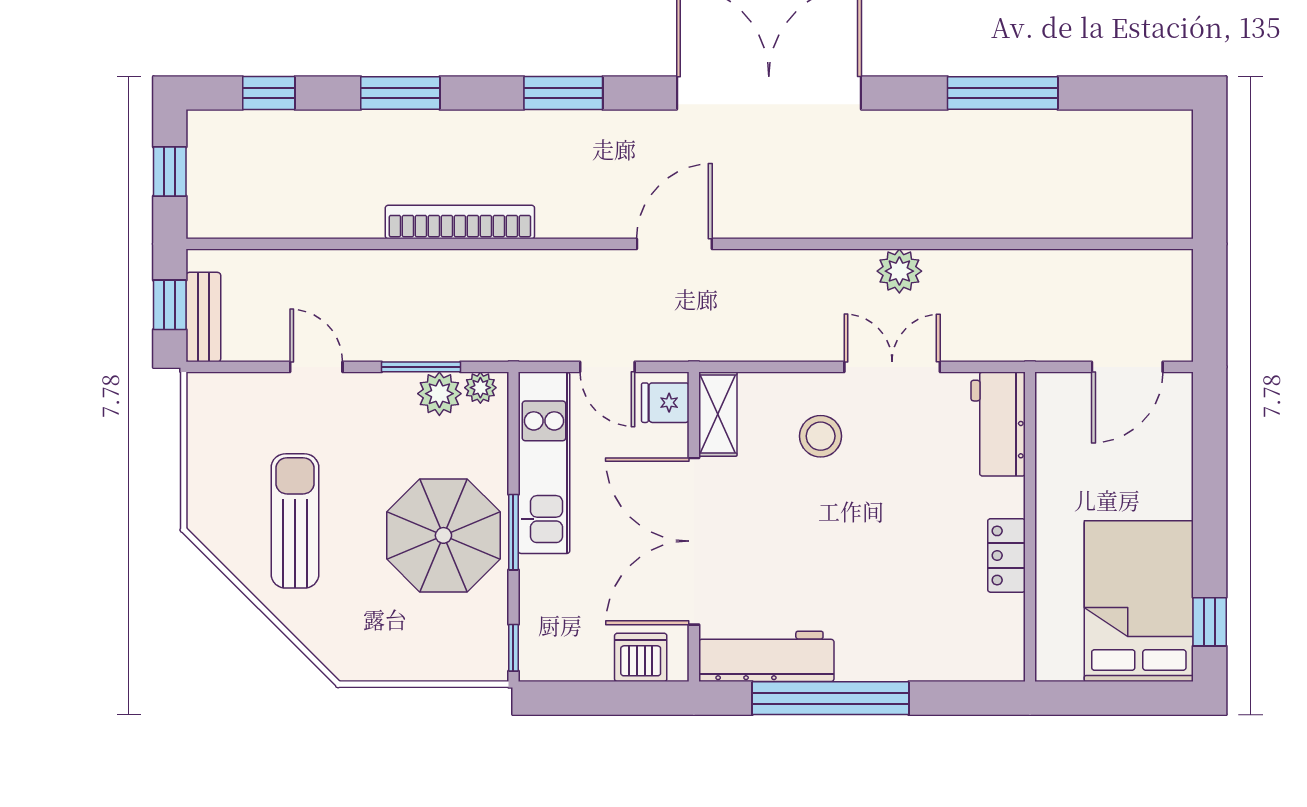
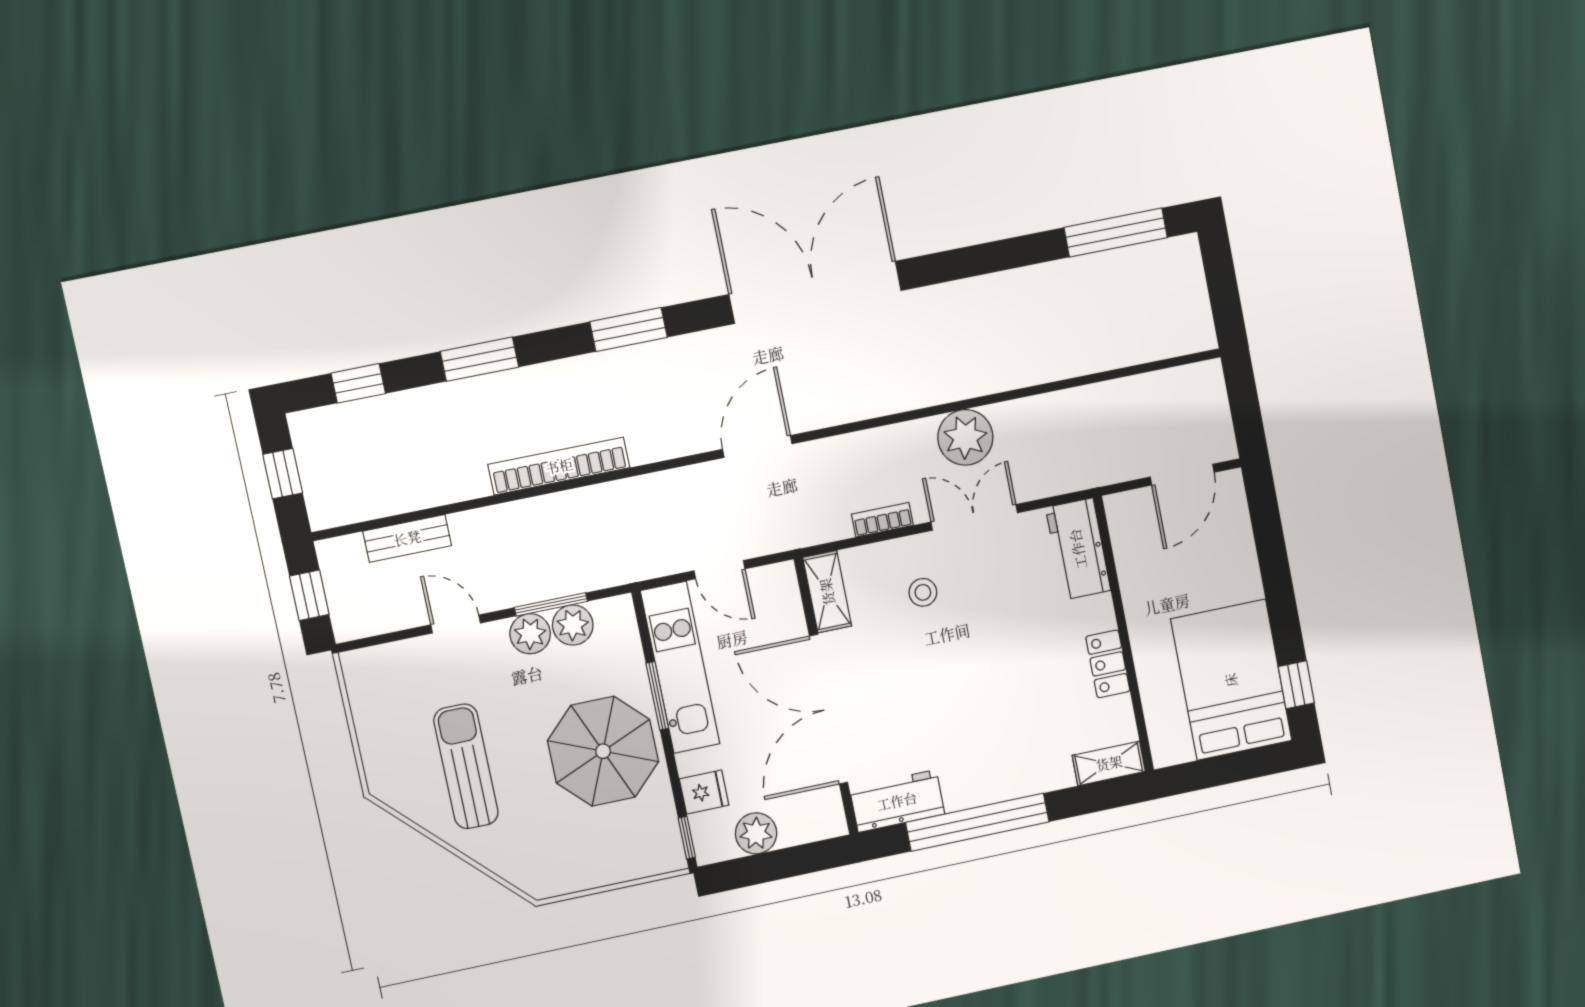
window: (1003, 93) -> (1116, 233), moved
plant: (899, 271) -> (965, 437), width x1.36, depth x1.36
bench: (203, 317) -> (407, 538), moved, turned 90
bookcase: (793, 349) -> (882, 520), added
plant: (480, 388) -> (530, 634), moved, width x1.38, depth x1.38
fridge: (665, 403) -> (704, 792), moved, turned 180
stool: (821, 436) -> (923, 592), width x0.73, depth x0.73
window: (513, 532) -> (657, 696), moved
workbench: (766, 656) -> (897, 801), width x0.73
dishwasher: (641, 657) -> (802, 822), removed
plant: (589, 659) -> (756, 833), added
shelving: (987, 664) -> (1109, 763), added

